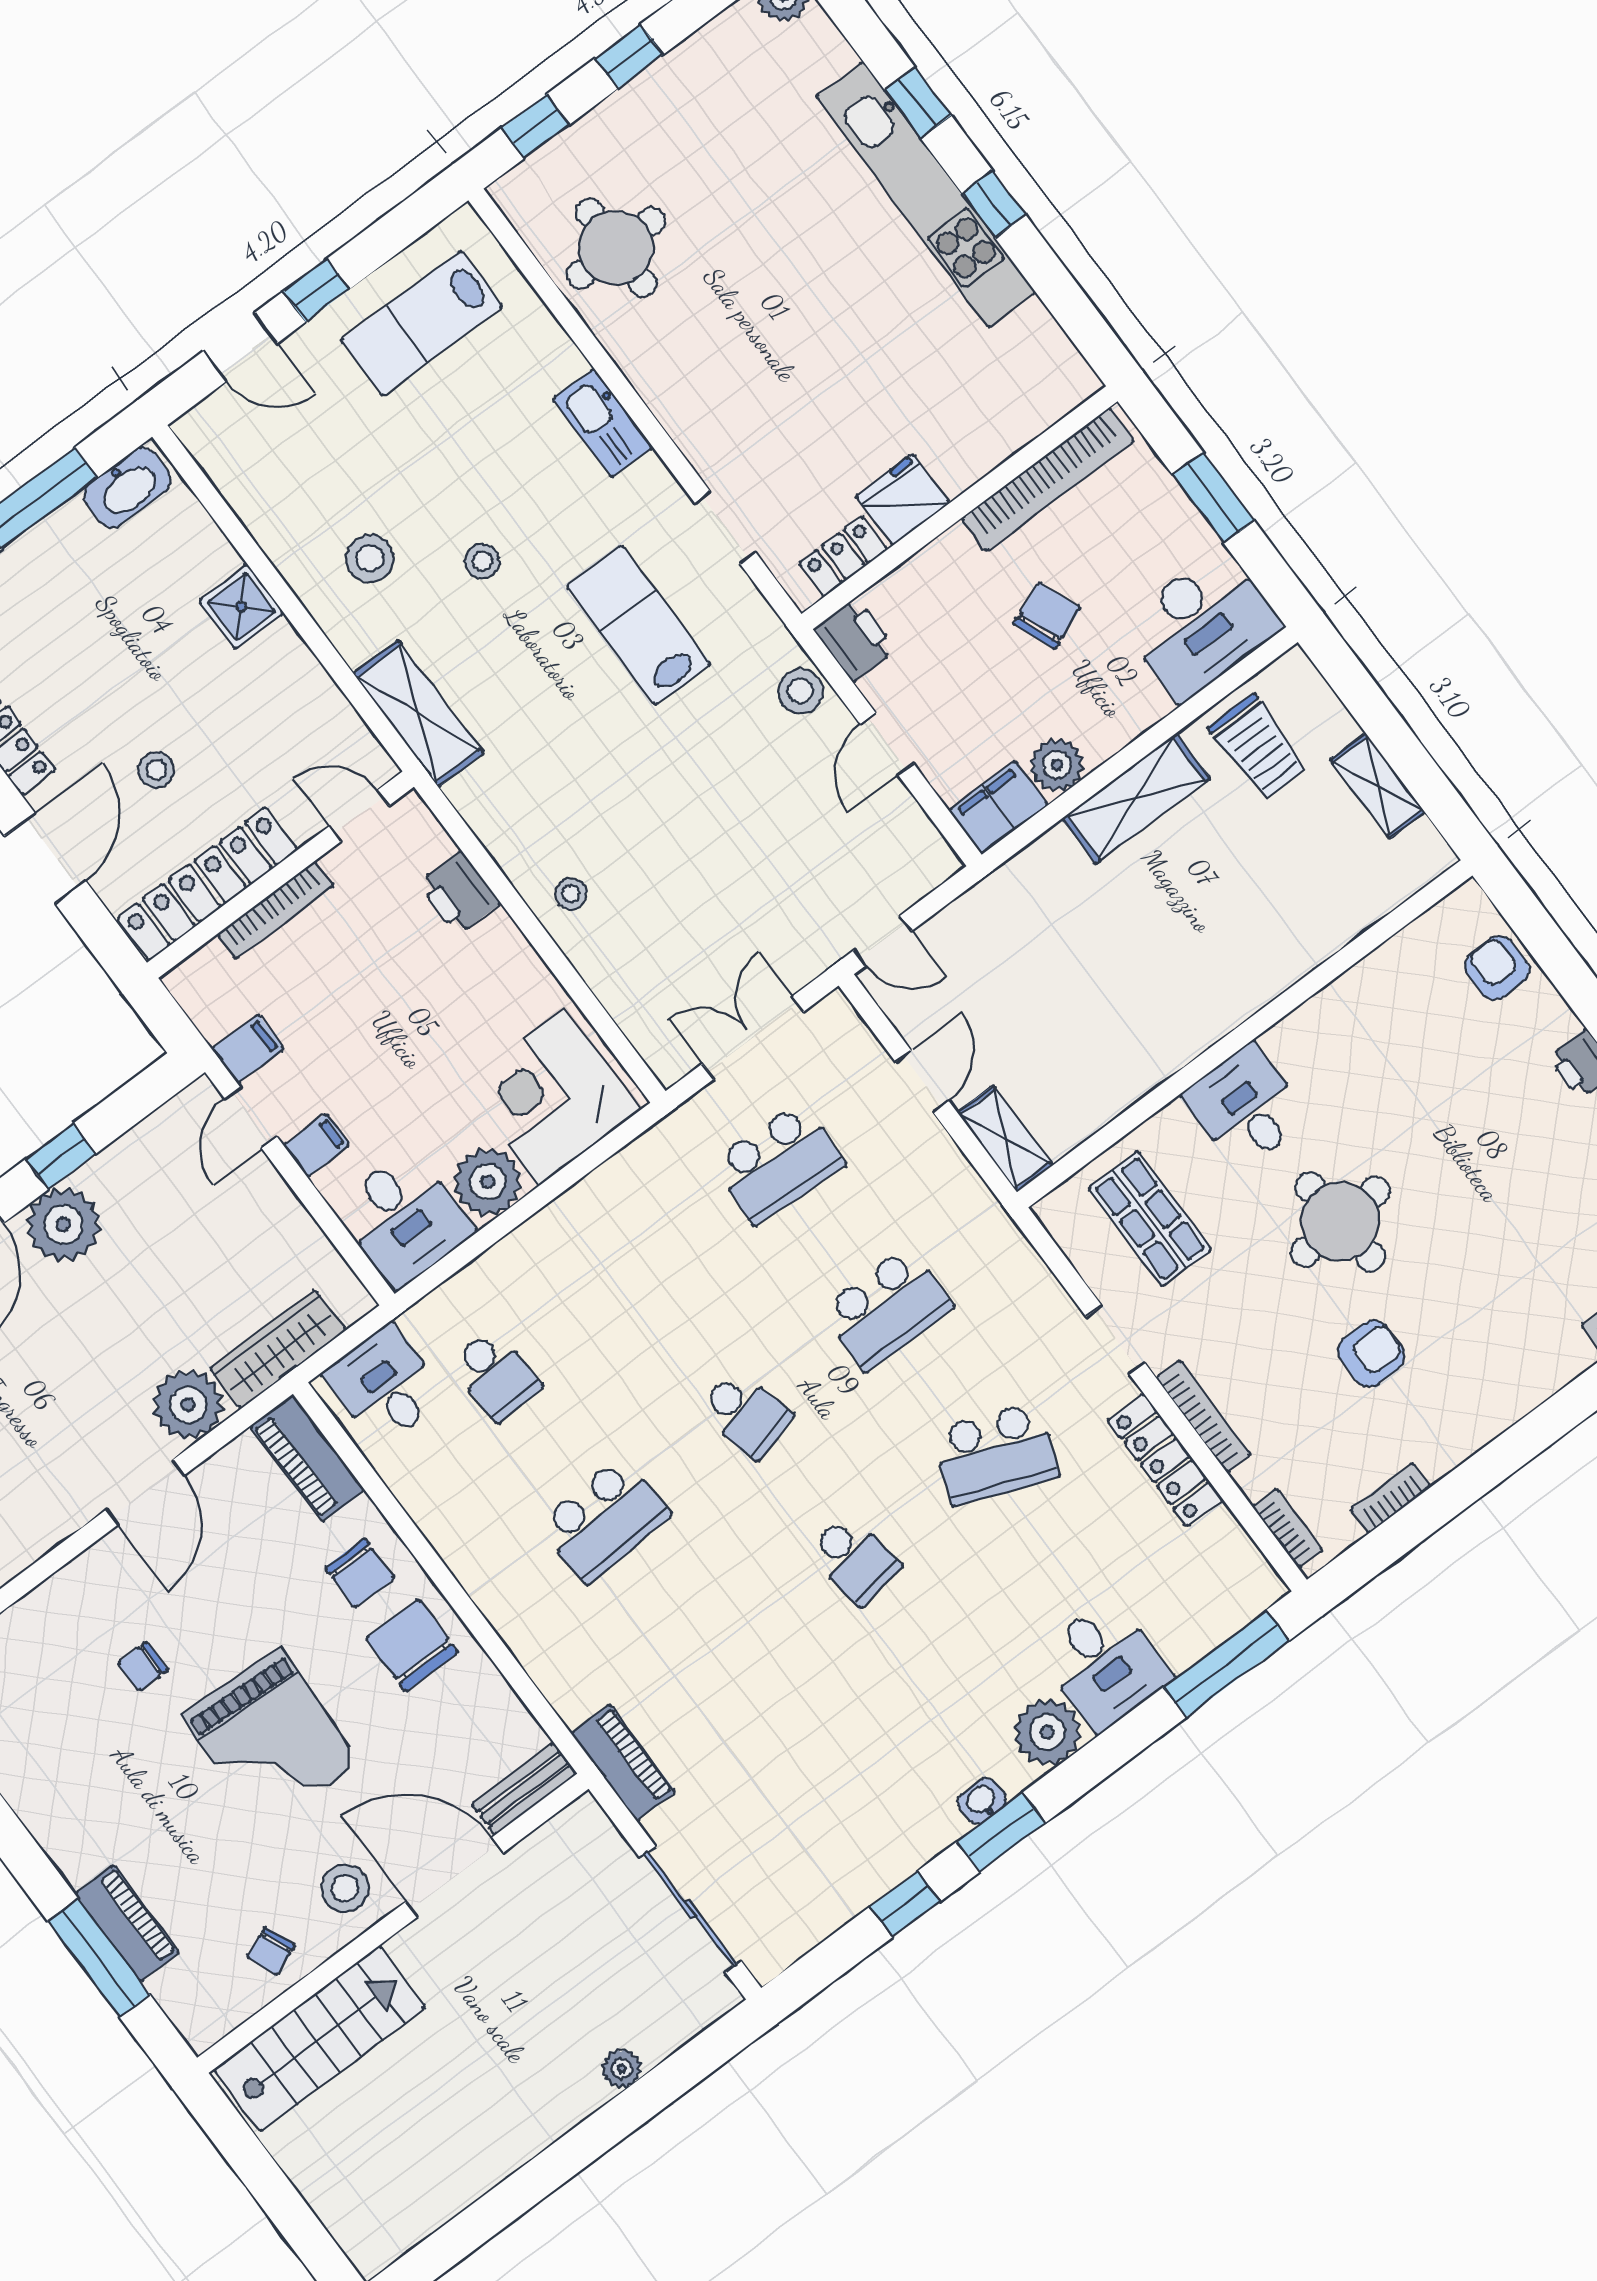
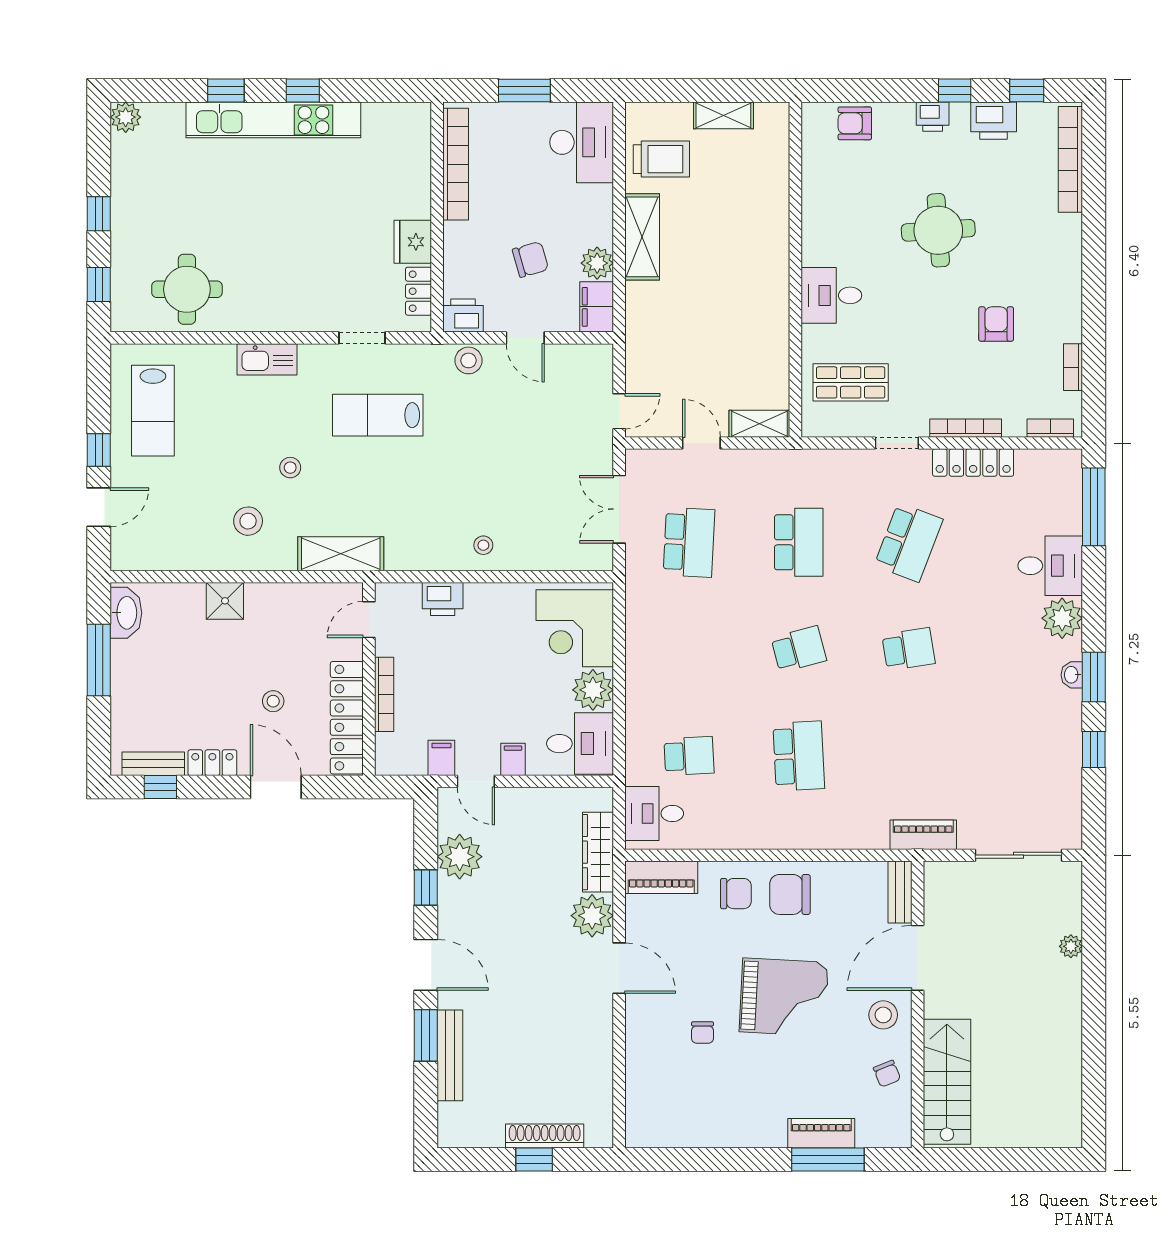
chair: (1047, 616) -> (530, 259), moved, turned 96
round table: (1340, 1222) -> (938, 230), moved
plant: (63, 1224) -> (460, 857), moved

